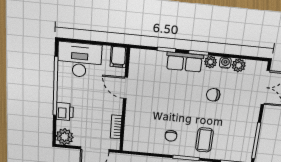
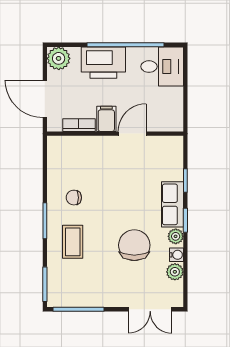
filing cabinet: (118, 57) -> (106, 119), moved, turned 90
desk: (79, 60) -> (162, 67), width x0.73
chair: (213, 95) -> (134, 245), width x1.87, depth x1.87
printer: (65, 112) -> (103, 63), width x1.87, depth x1.48
coffee table: (204, 140) -> (73, 242), turned 90

